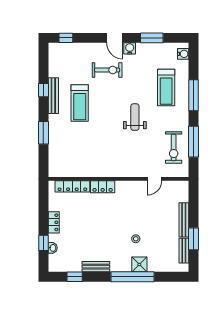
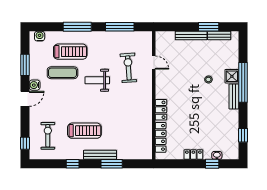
exercise bike: (107, 70) -> (48, 136), moved
exercise mat: (143, 79) -> (62, 73), added
bench: (53, 96) -> (100, 155), moved
exercise bike: (174, 147) -> (128, 68), moved, turned -94
bench: (96, 267) -> (234, 96), moved

